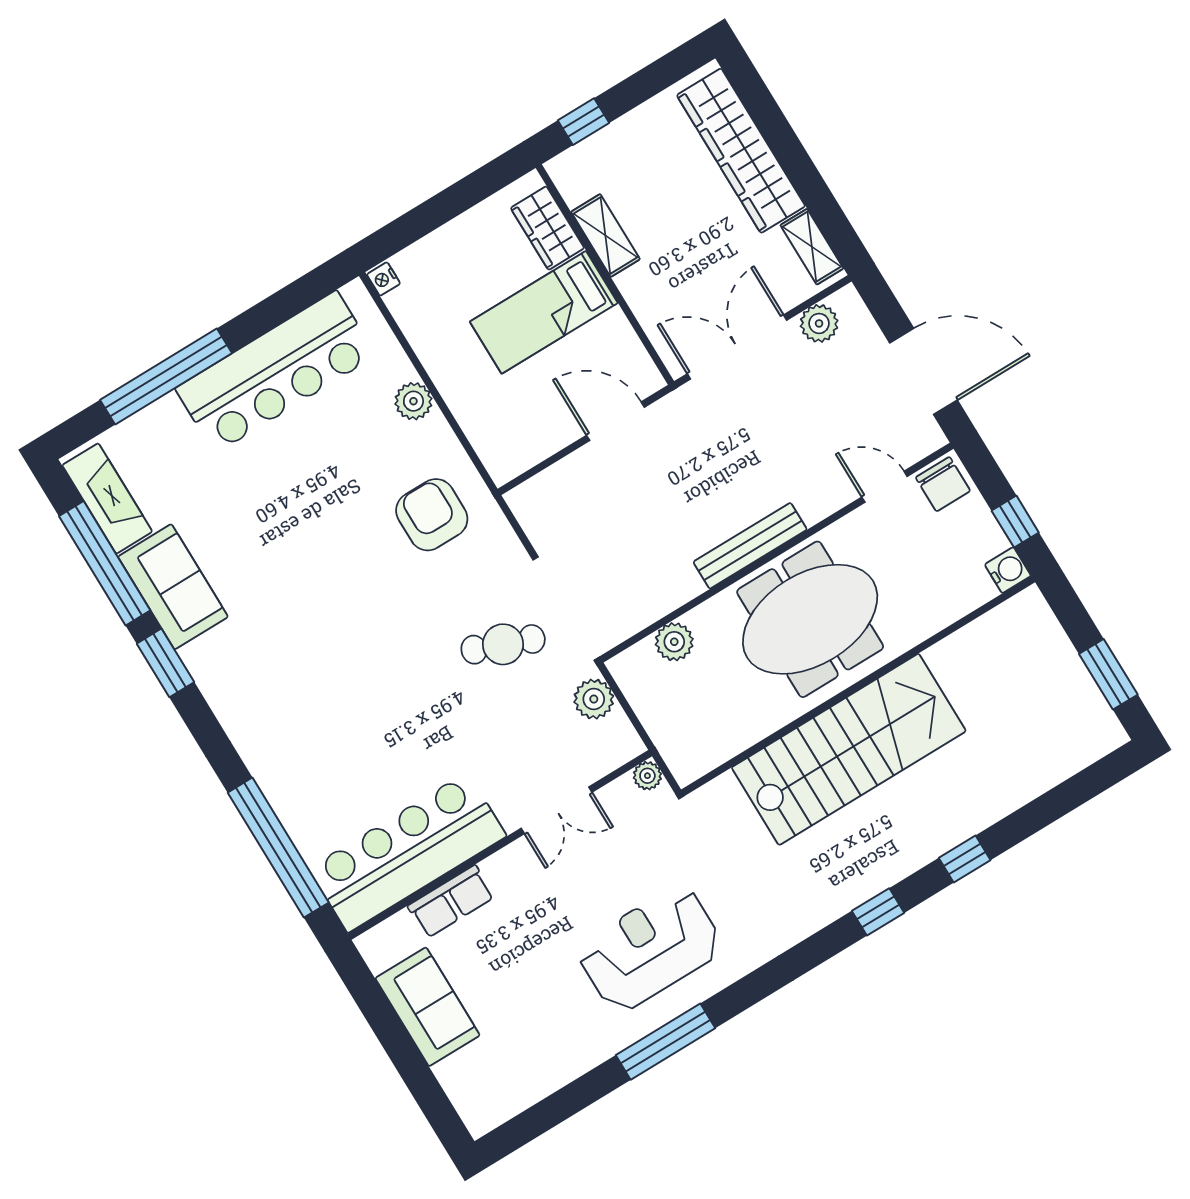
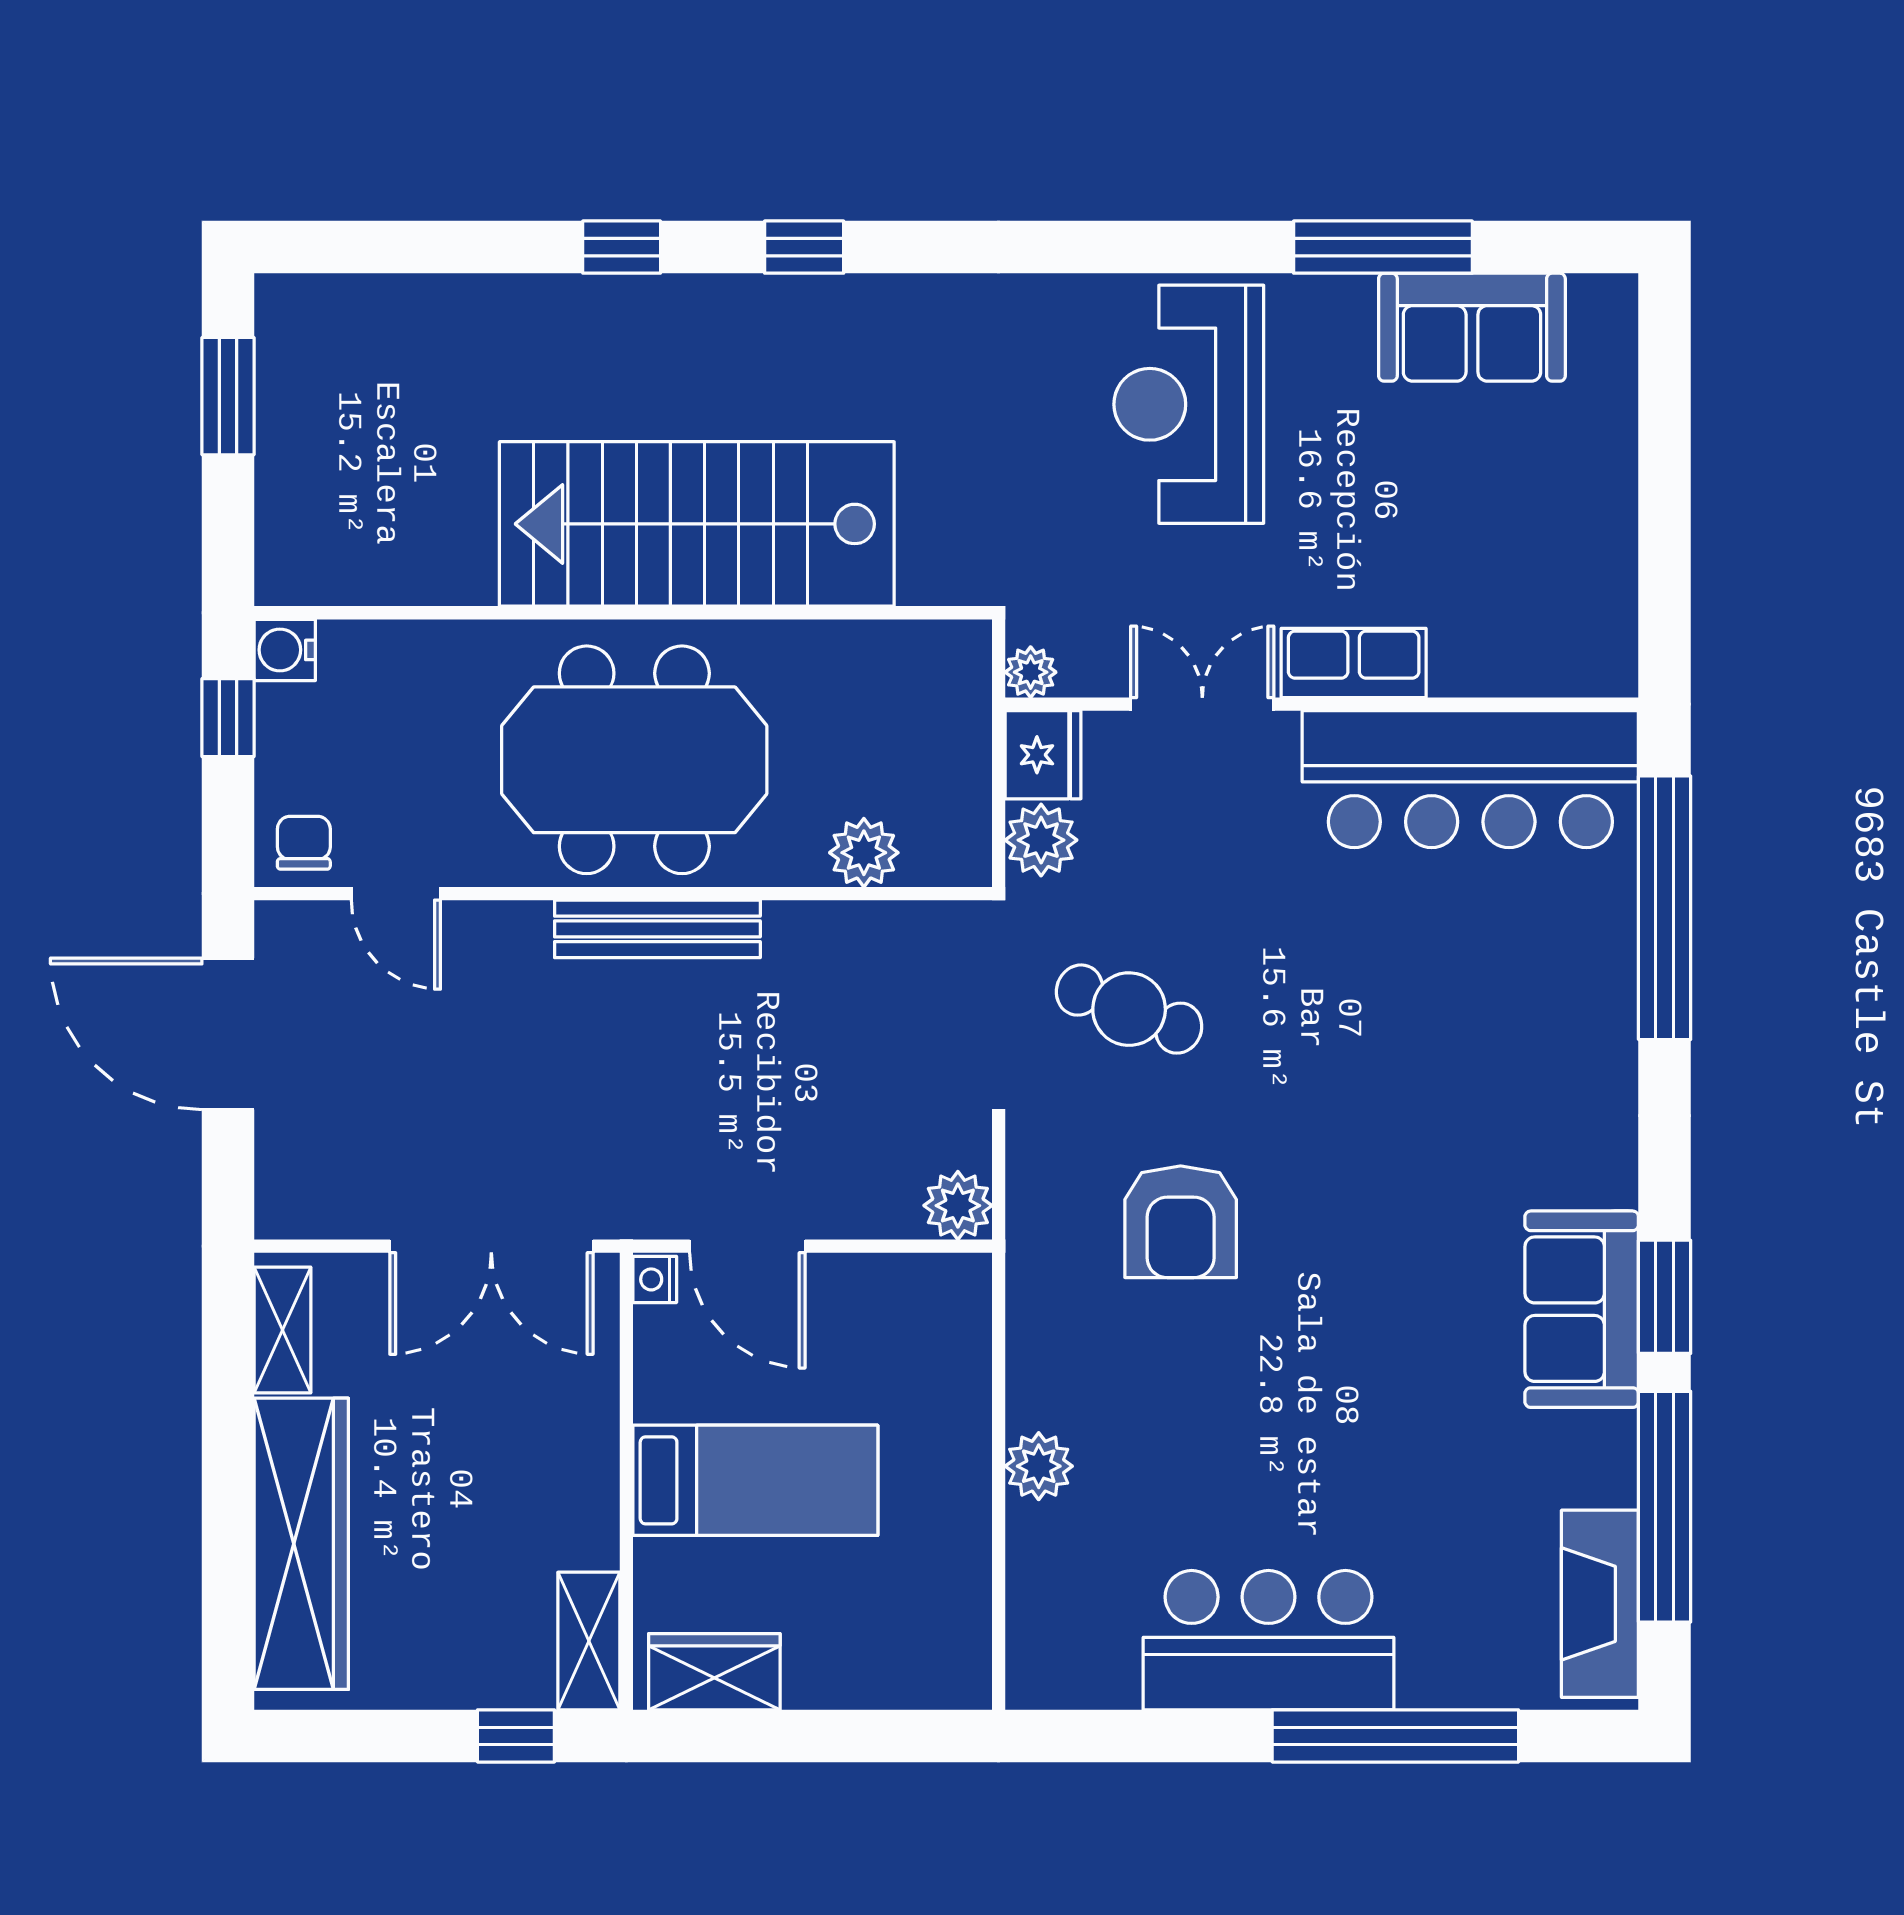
wardrobe: (547, 228) -> (714, 1672), moved, turned -90
shelving: (605, 235) -> (589, 1641), moved
nightstand: (384, 279) -> (655, 1279), moved, turned 180
plant: (819, 323) -> (958, 1206), moved
bar counter: (276, 372) -> (1268, 1640), width x0.73
chair: (943, 484) -> (304, 843), width x0.73, depth x0.73
armchair: (432, 515) -> (1181, 1222), moved
sofa: (173, 587) -> (1582, 1309), moved
fridge: (618, 740) -> (1043, 755), added
row of seats: (451, 902) -> (1354, 663), moved
reception desk: (650, 949) -> (1189, 404), turned 90
sofa: (428, 1007) -> (1472, 327), moved, turned -90
window: (665, 1042) -> (1383, 247), moved

